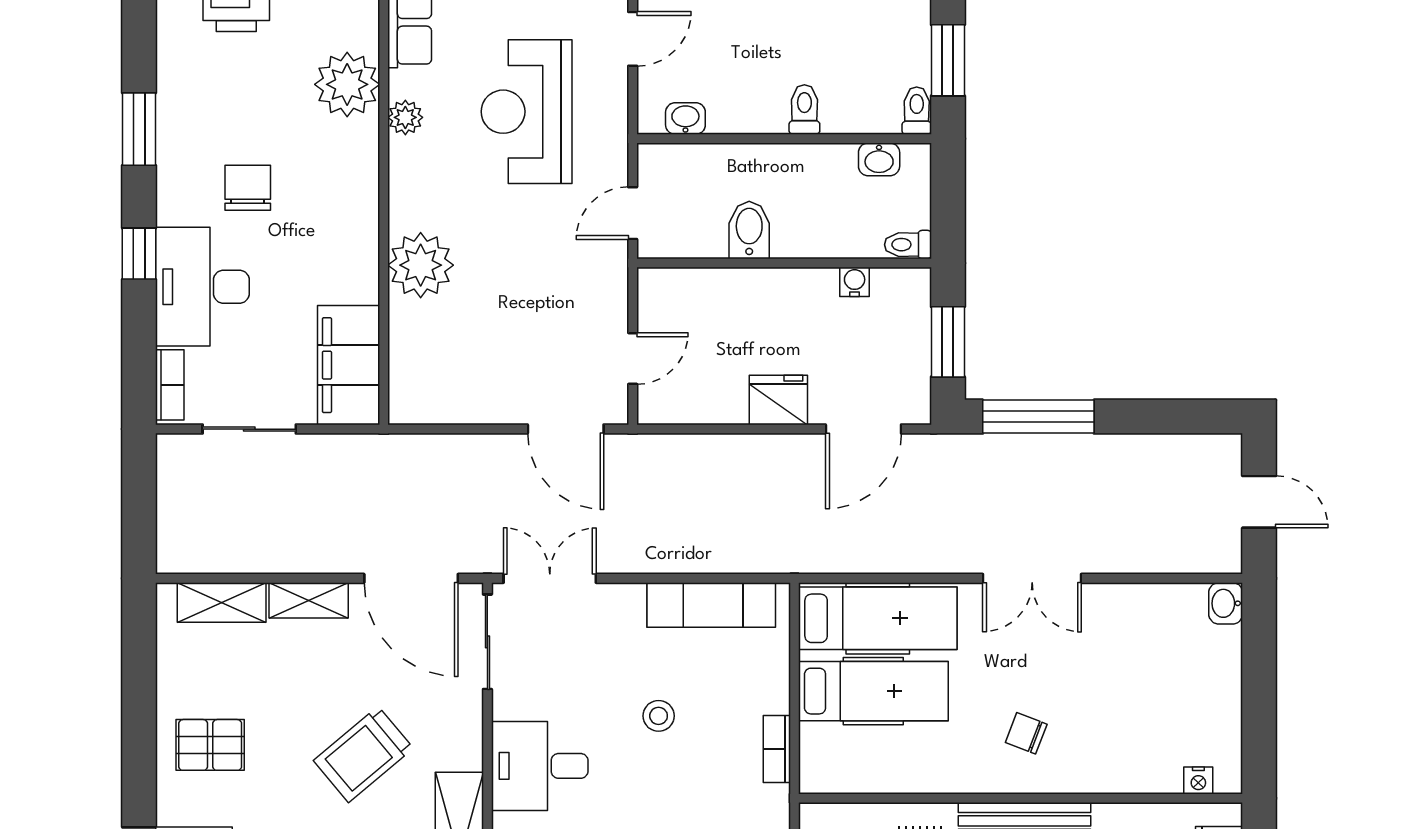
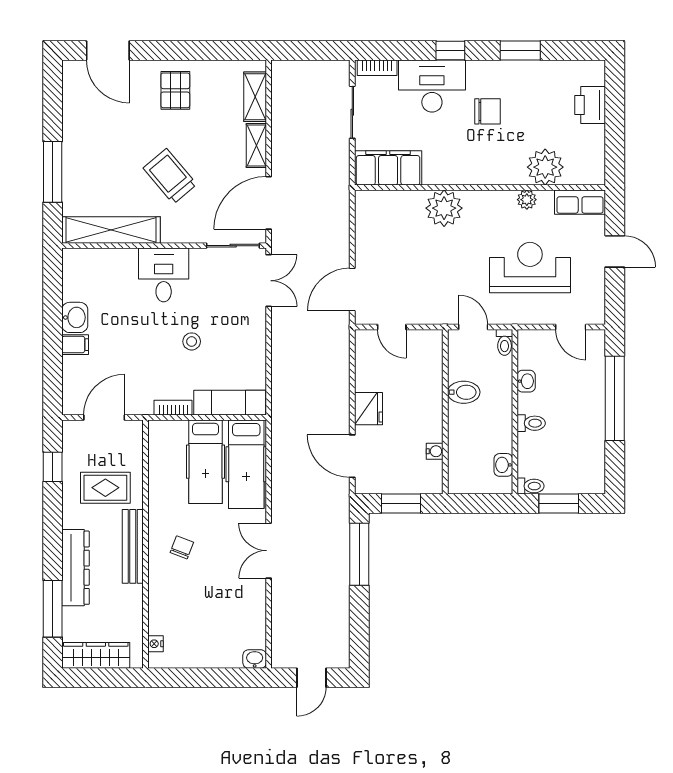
washbasin: (685, 119) -> (526, 381), moved
toilet: (908, 245) -> (505, 342), moved, turned 180
exam couch: (711, 605) -> (230, 403), moved, turned 90

